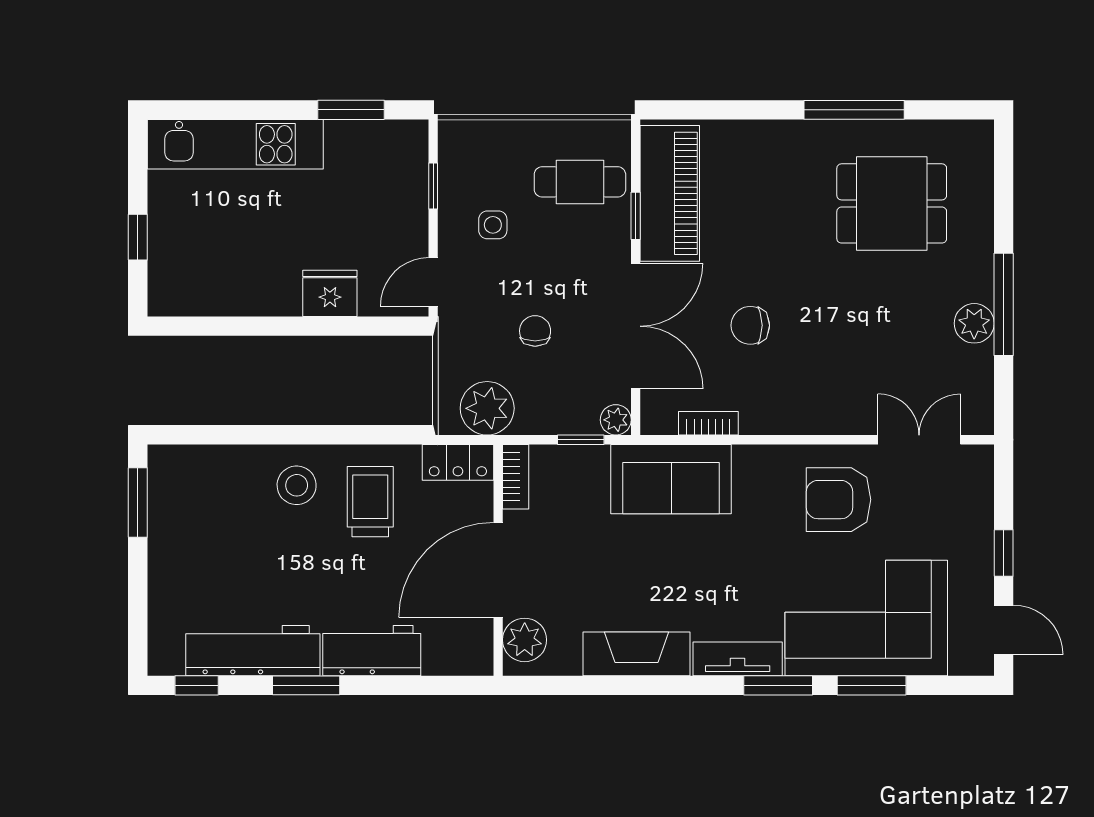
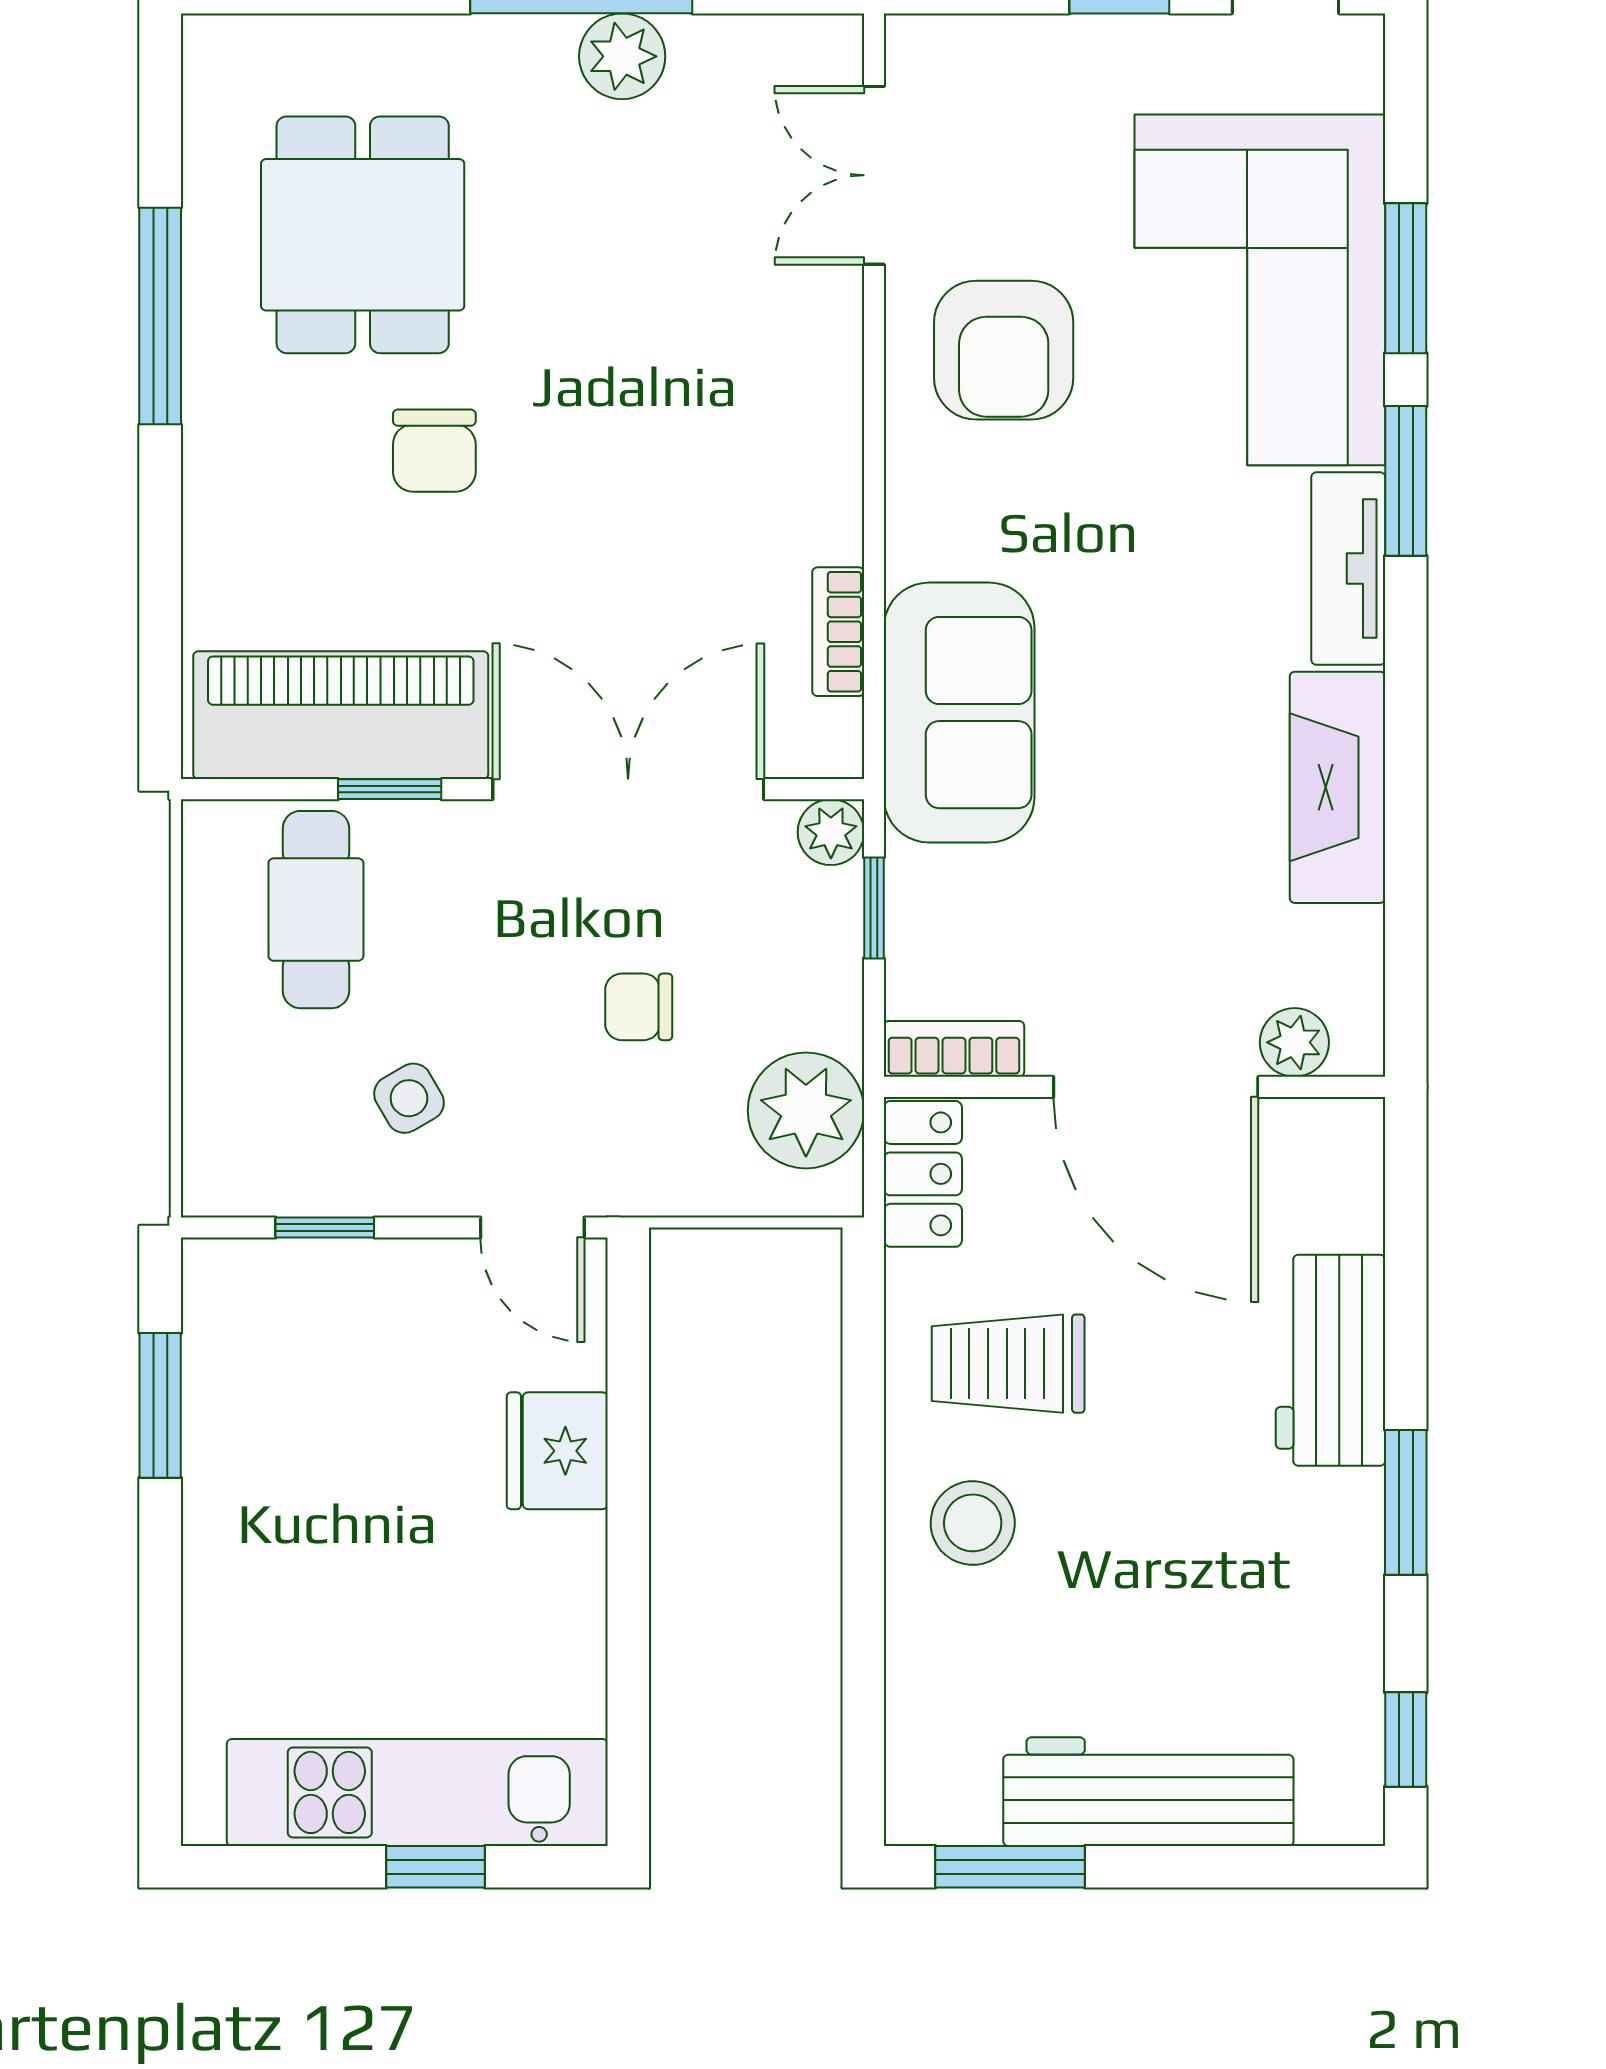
kitchen unit: (235, 144) -> (417, 1792), moved, turned -90
side table: (493, 225) -> (409, 1098), turned -30
chair: (750, 325) -> (434, 451), moved
plant: (525, 640) -> (1294, 1042), width x0.73, depth x0.73
workbench: (253, 651) -> (1148, 1792), moved, turned 90

